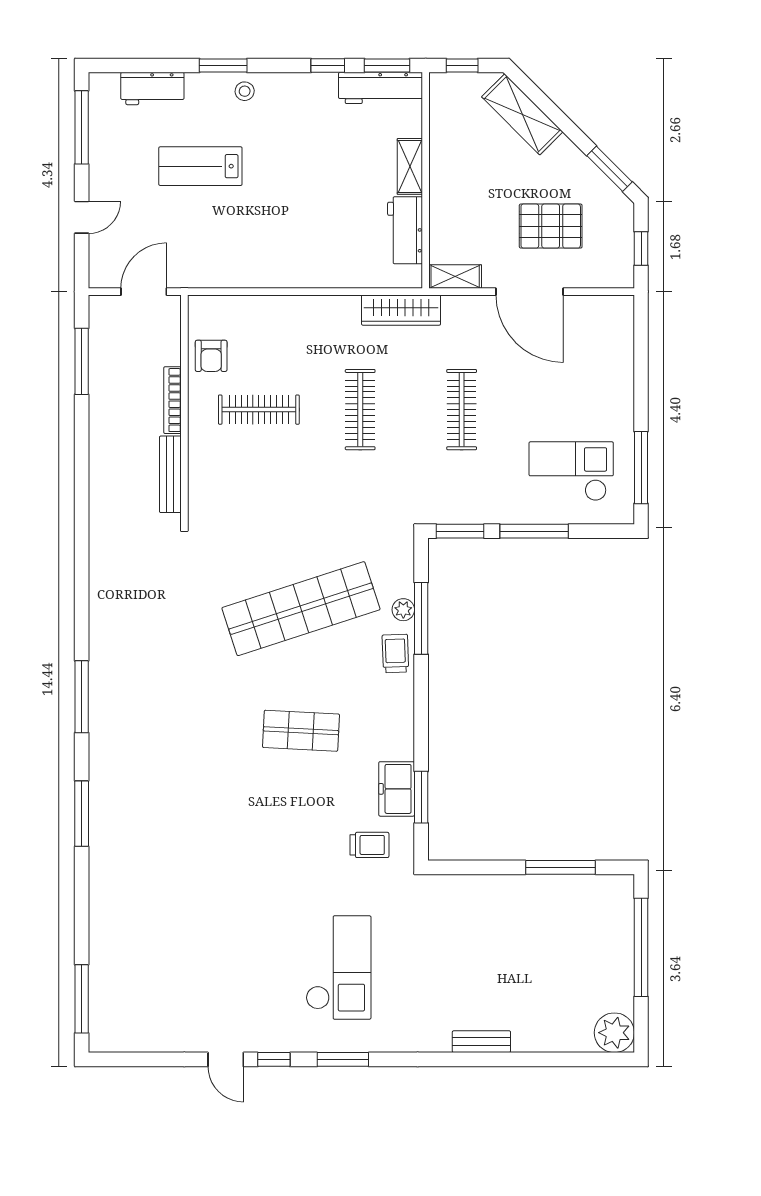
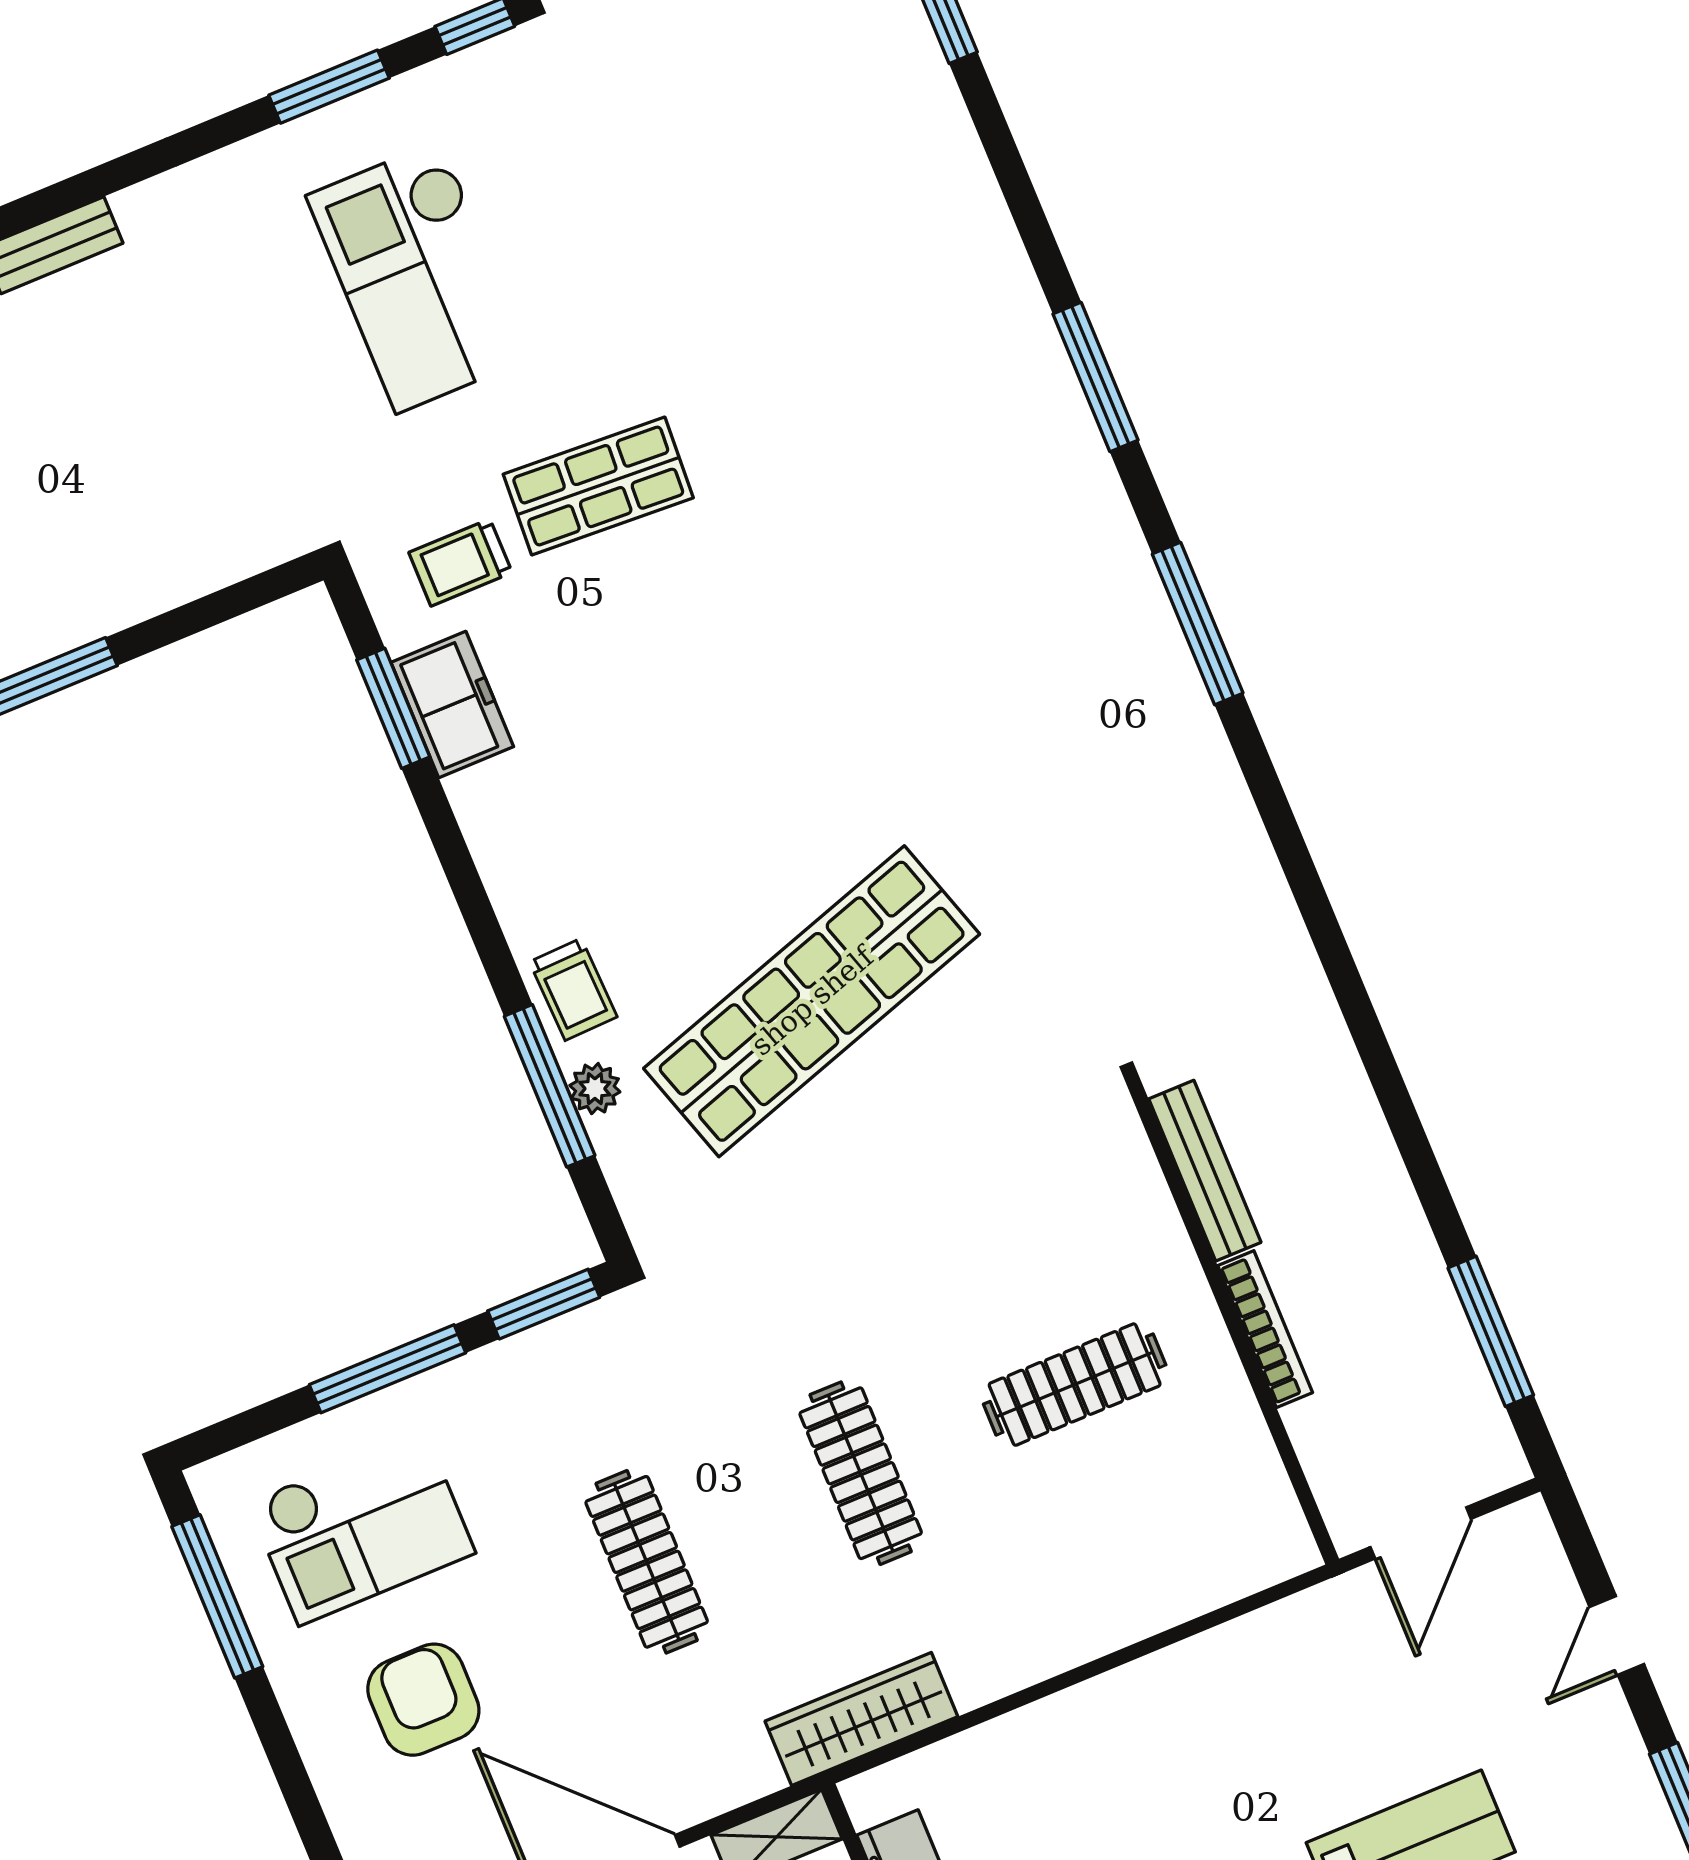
armchair: (211, 356) -> (423, 1700), moved, width x1.38, depth x1.38
shop shelf: (301, 731) -> (598, 486), moved

